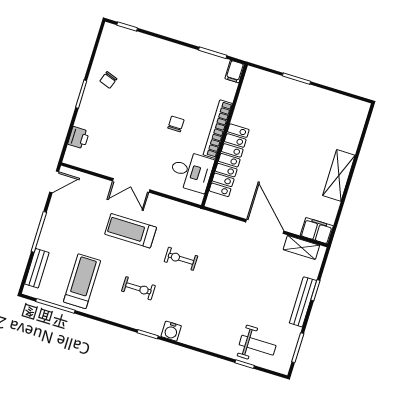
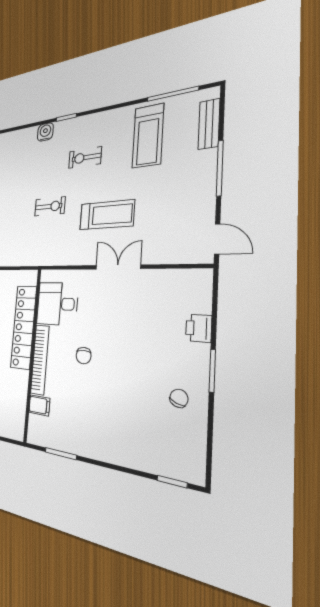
filing cabinet: (235, 72) -> (39, 405), moved, turned 90
printer: (78, 138) -> (199, 328), moved
door: (54, 182) -> (217, 239), swing flipped

